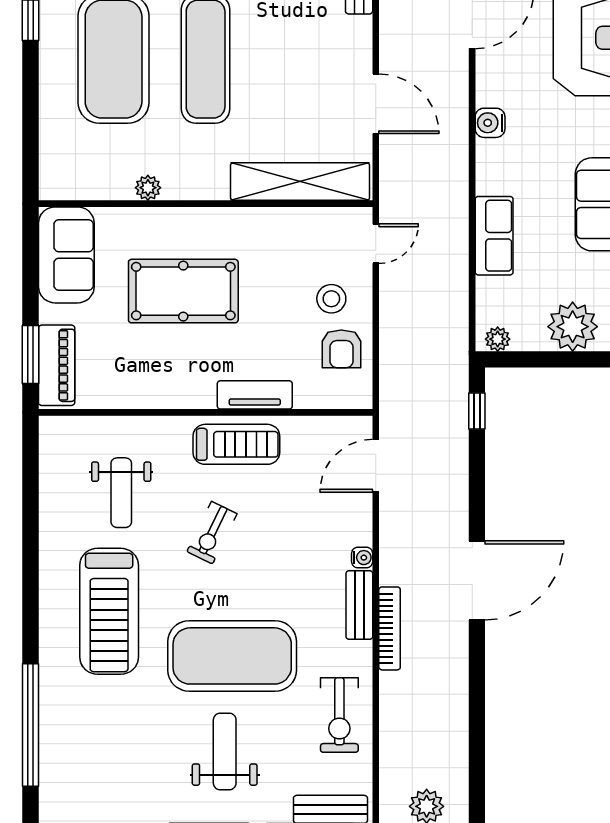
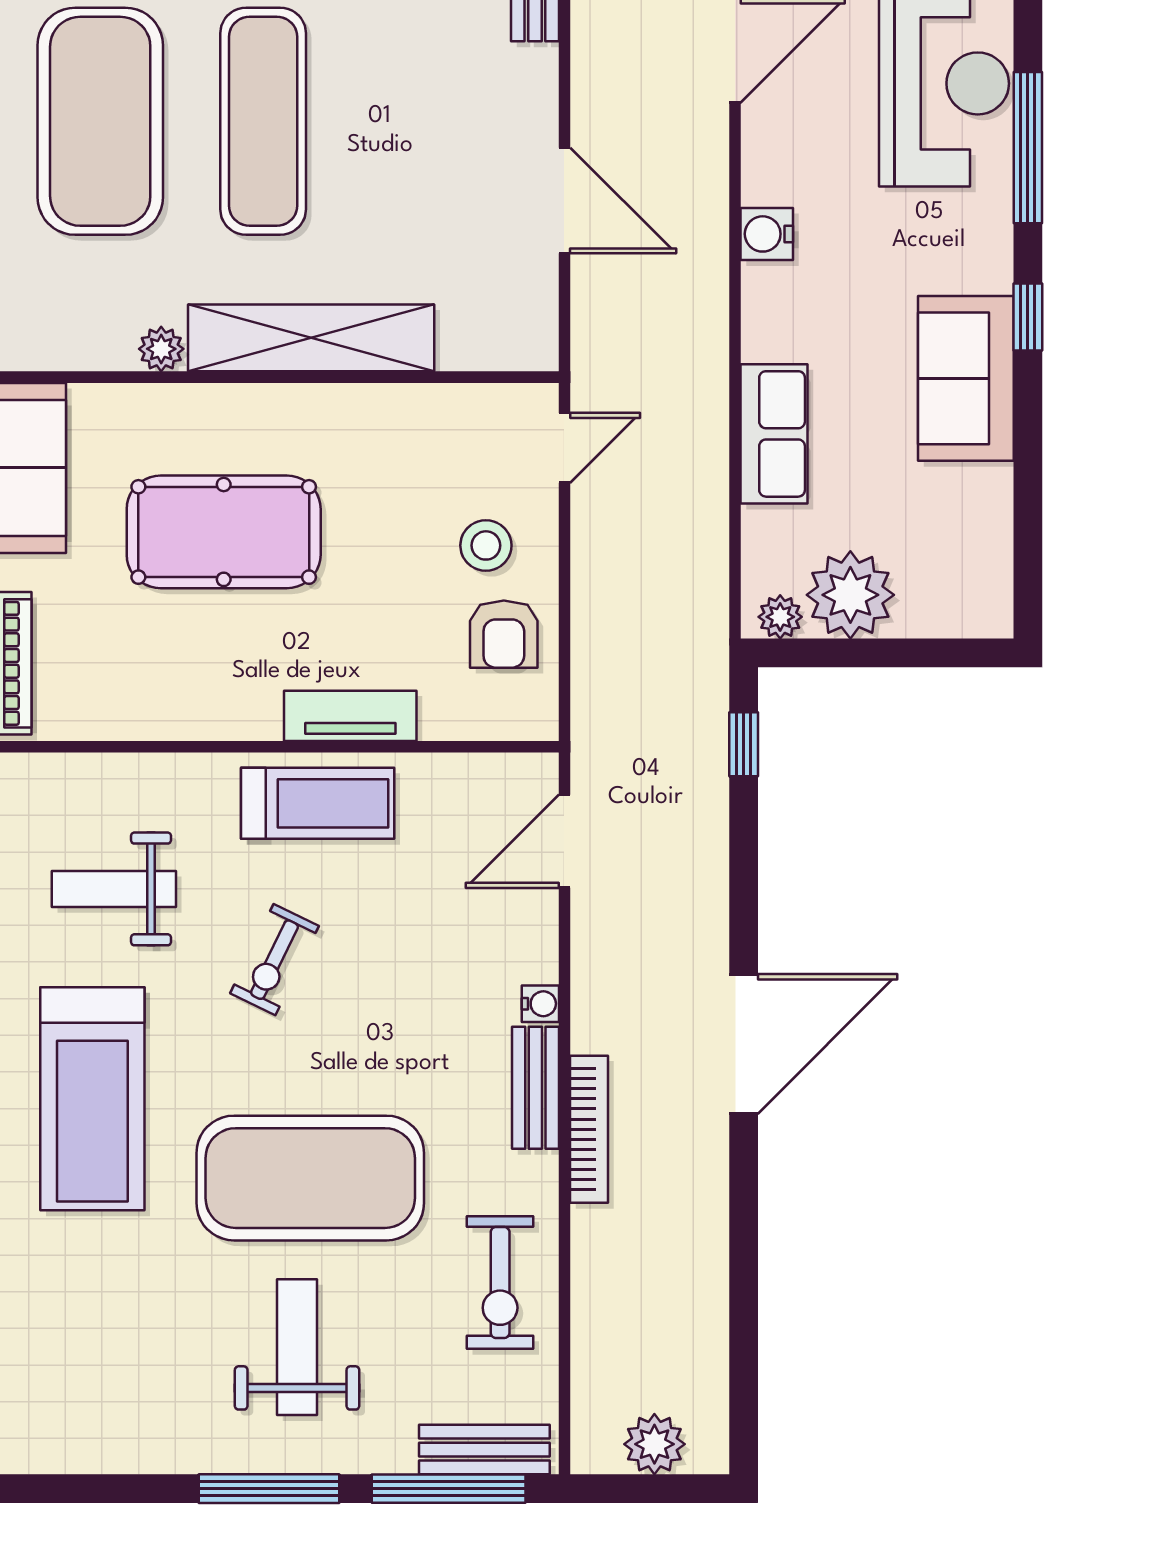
shelving: (300, 181) -> (311, 338), moved
plant: (573, 327) -> (850, 595), moved
weight bench: (121, 493) -> (114, 889), turned 90

